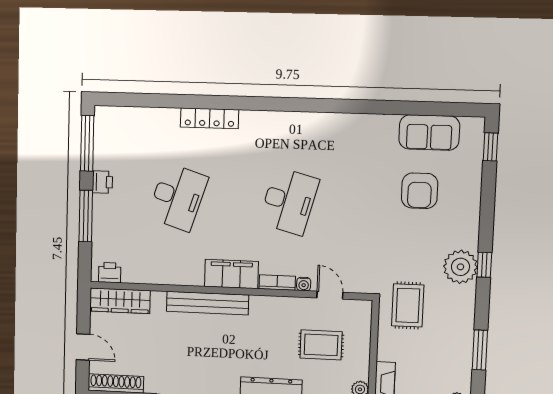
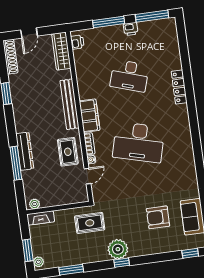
desk: (289, 201) -> (139, 142), width x1.36, depth x1.30
rug: (321, 345) -> (68, 152), moved

